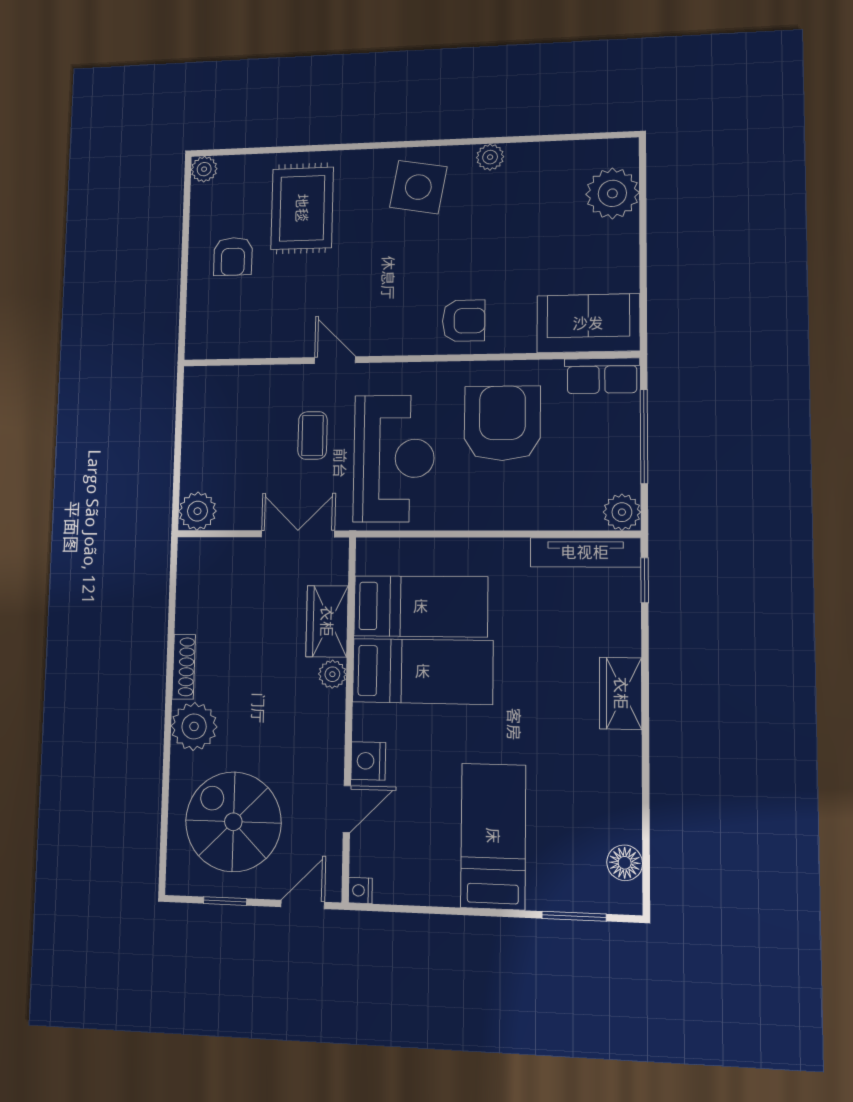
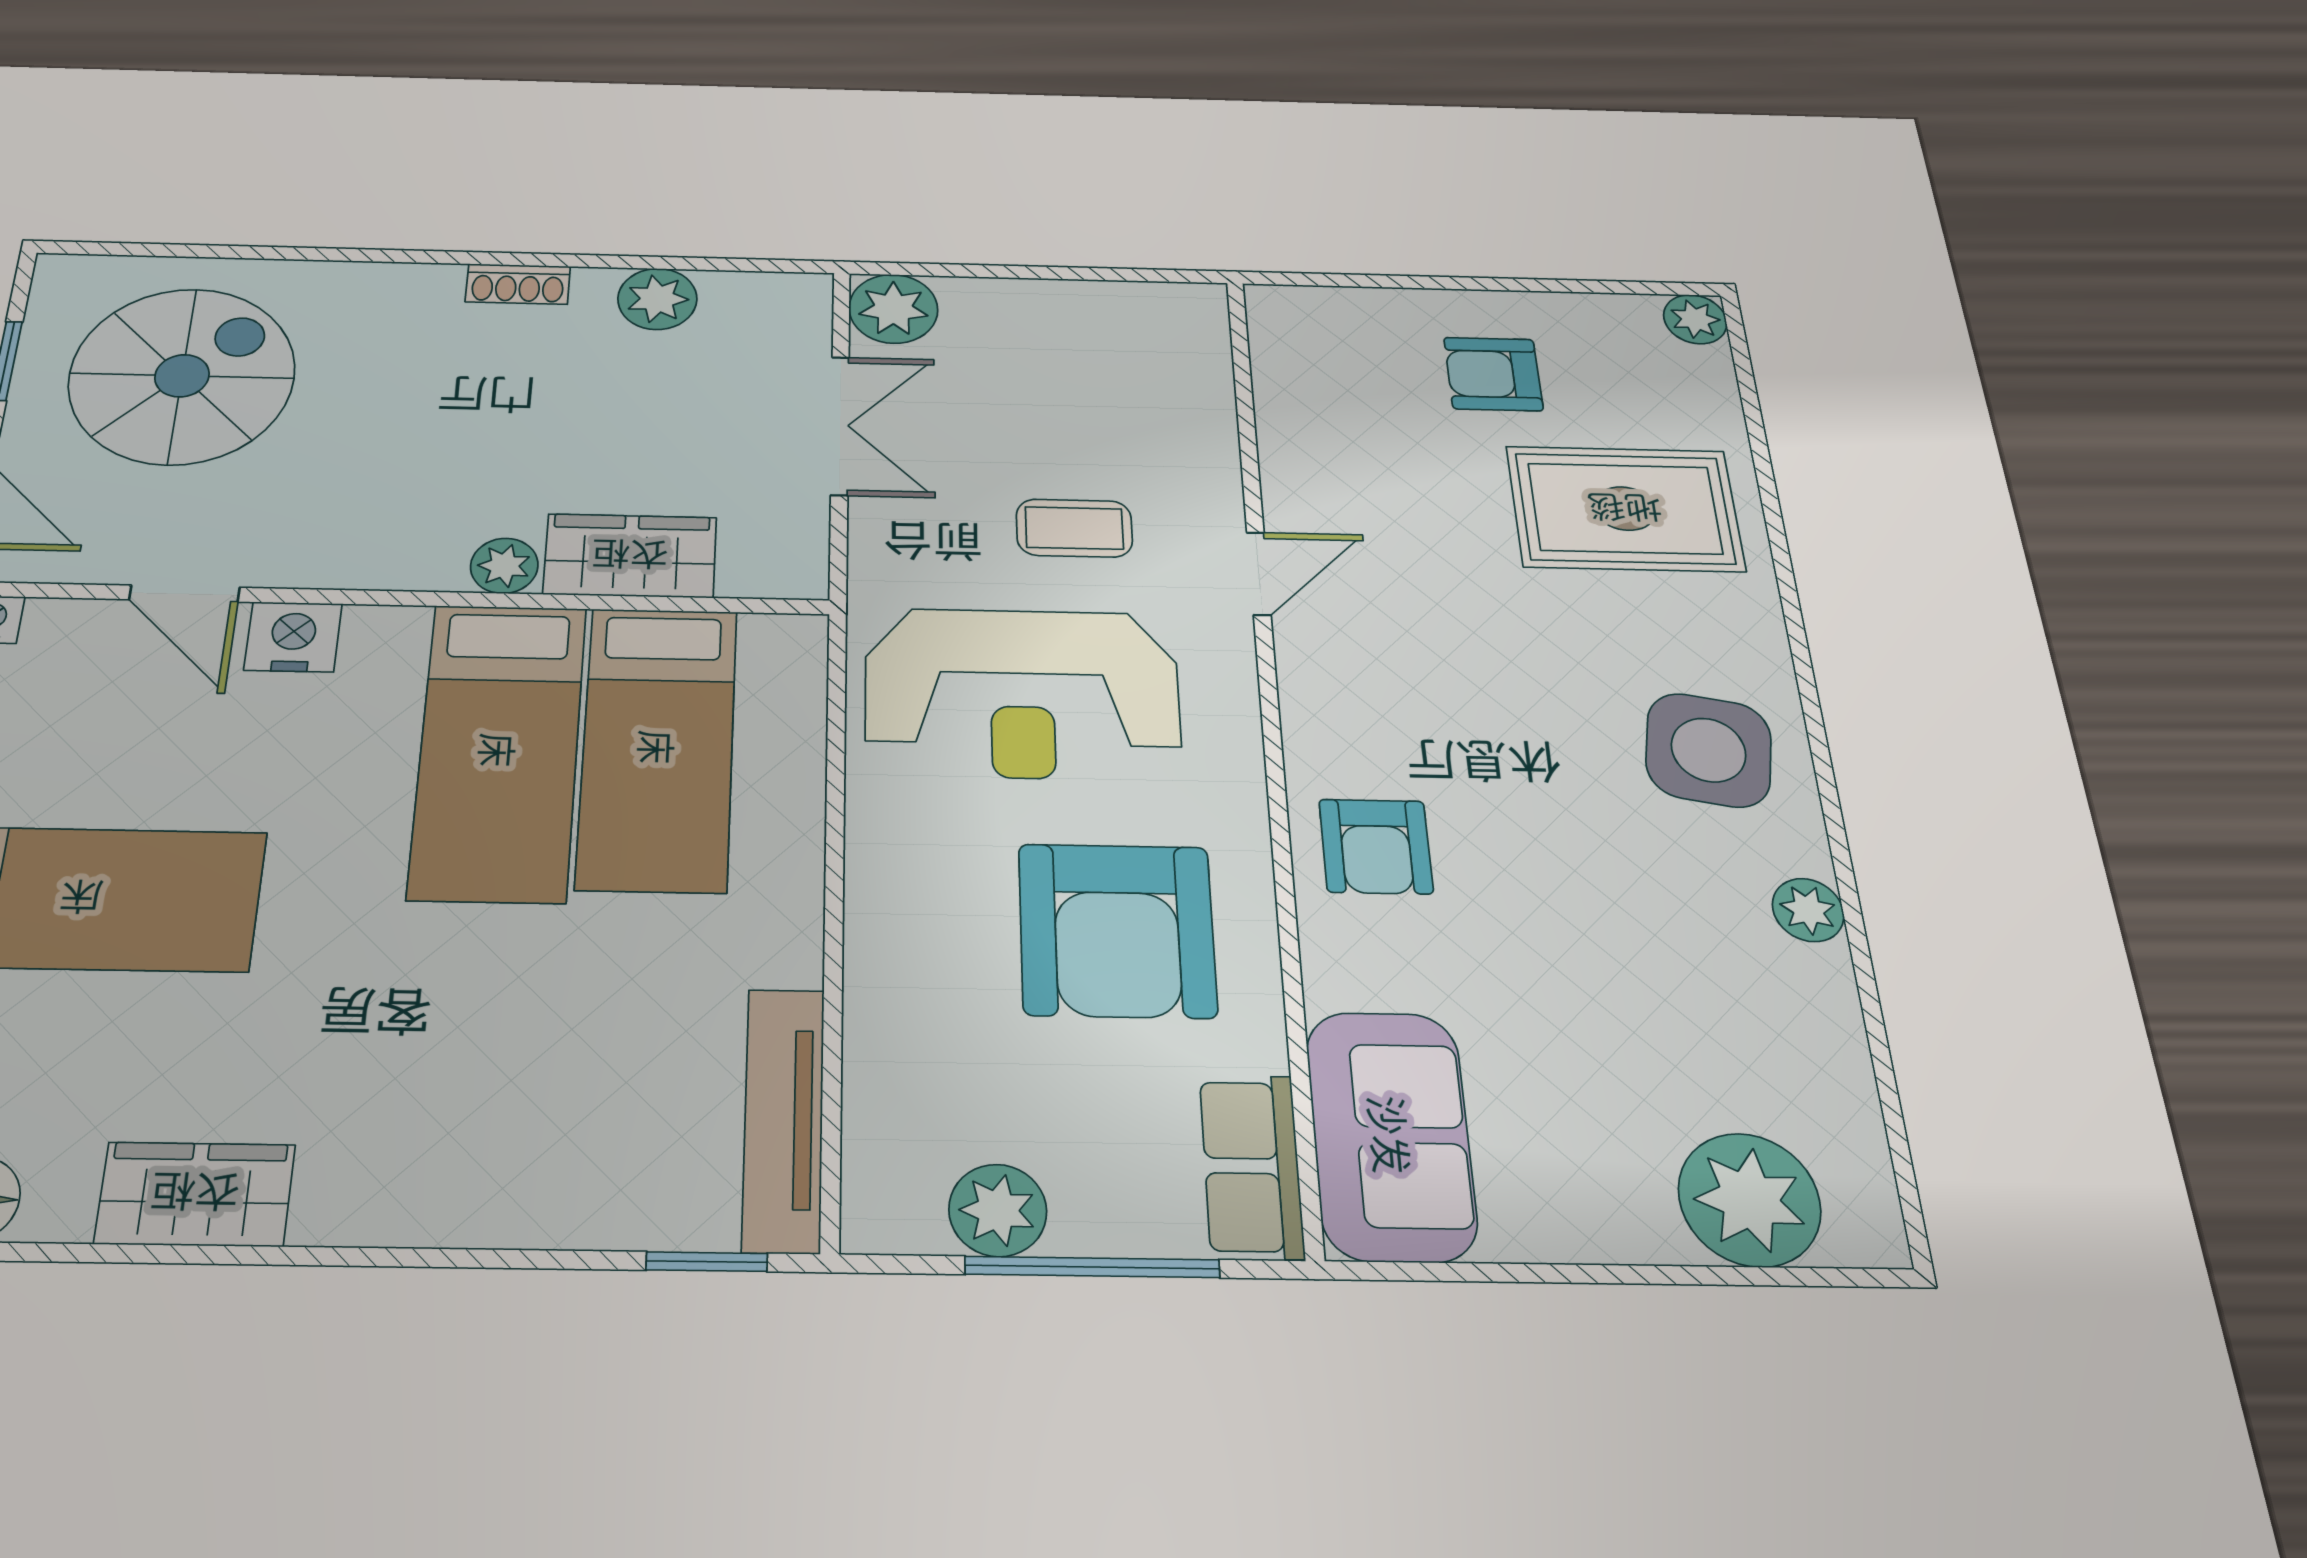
armchair: (502, 423) -> (1117, 930), turned 90
plant: (622, 512) -> (998, 1210), moved
double door: (298, 534) -> (840, 425), moved
shoe rack: (184, 667) -> (518, 284), width x0.70
wardrobe: (621, 693) -> (195, 1194), moved
plant: (194, 726) -> (657, 299), moved, width x0.73, depth x0.73

